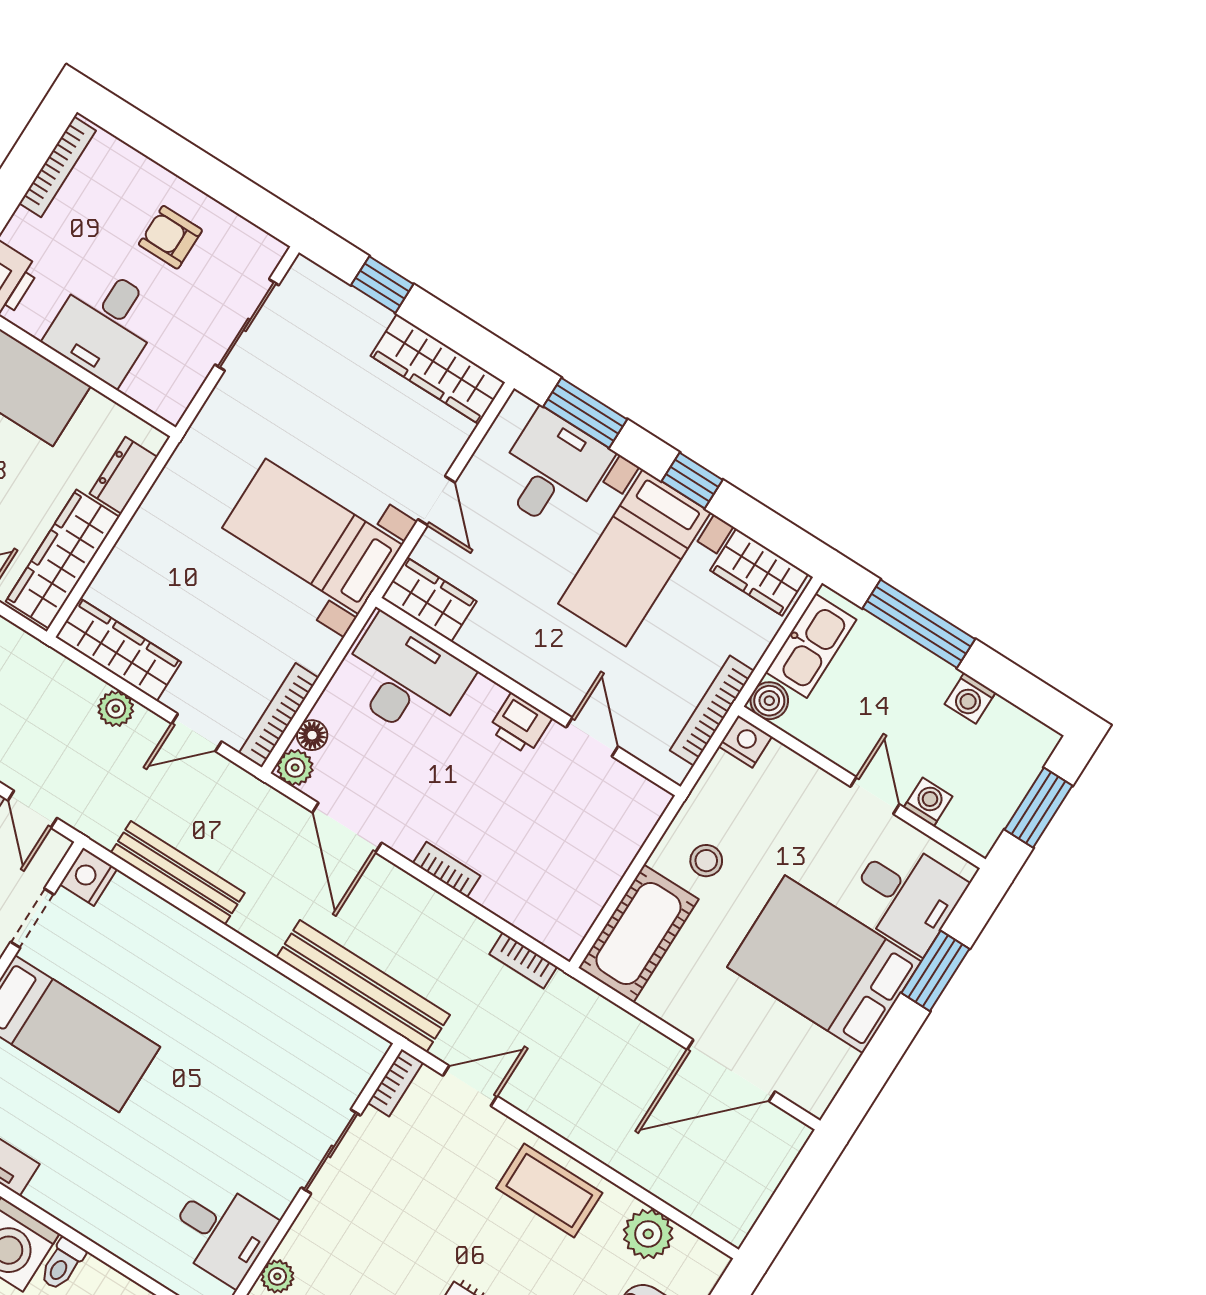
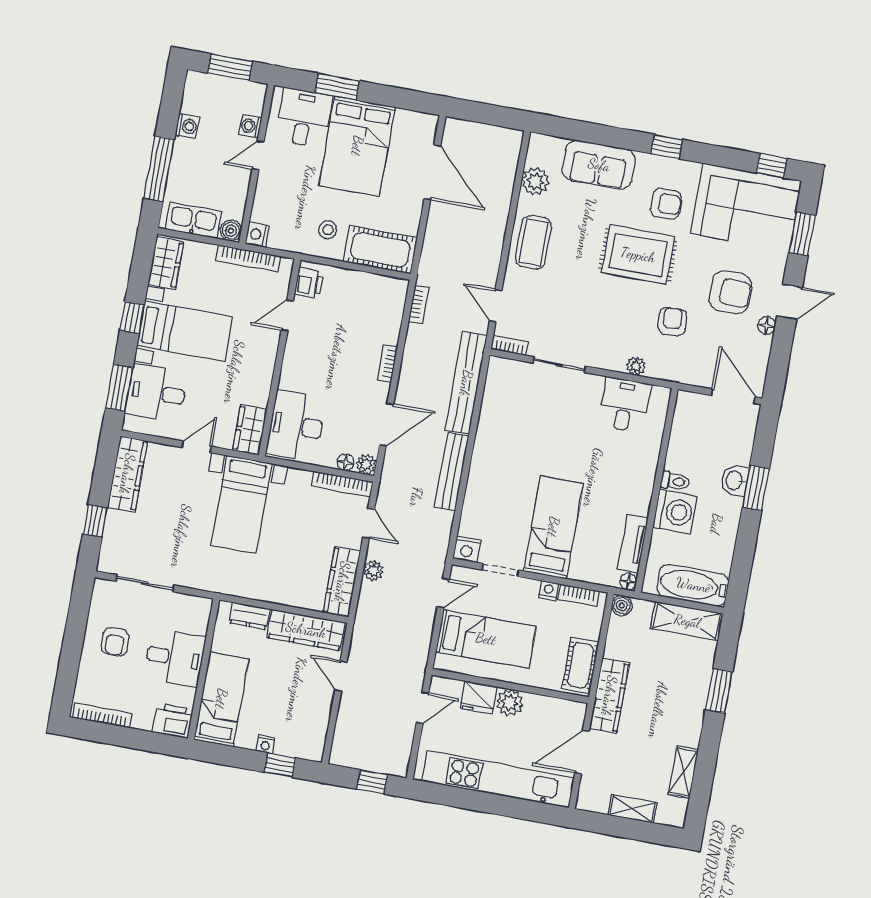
printer: (520, 724) -> (309, 283), moved
bench: (178, 873) -> (452, 472), moved

